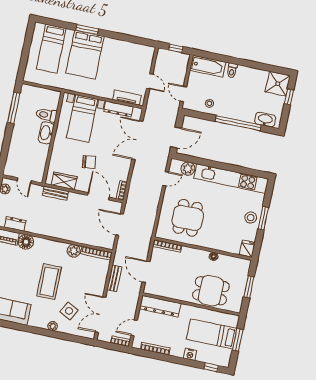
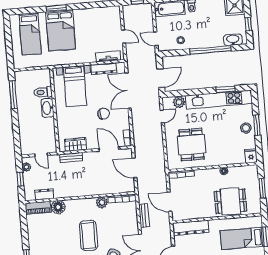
window: (289, 97) -> (248, 24), moved
chair: (89, 162) -> (104, 114), moved
window: (241, 170) -> (225, 89), added

